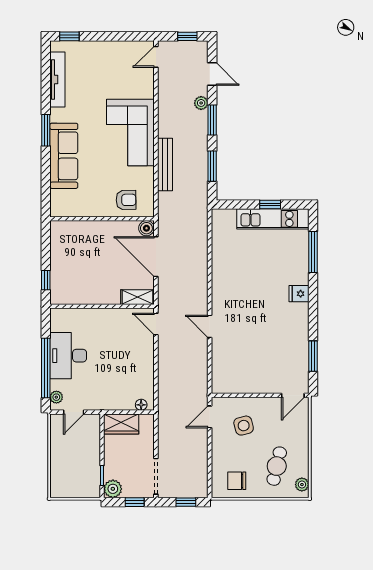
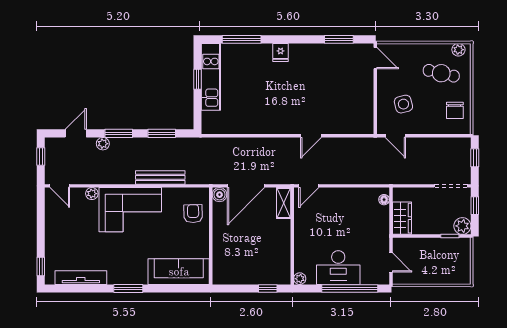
plant: (148, 91) -> (92, 194), added
sofa: (64, 156) -> (179, 272), moved
plant: (56, 397) -> (300, 279), moved

